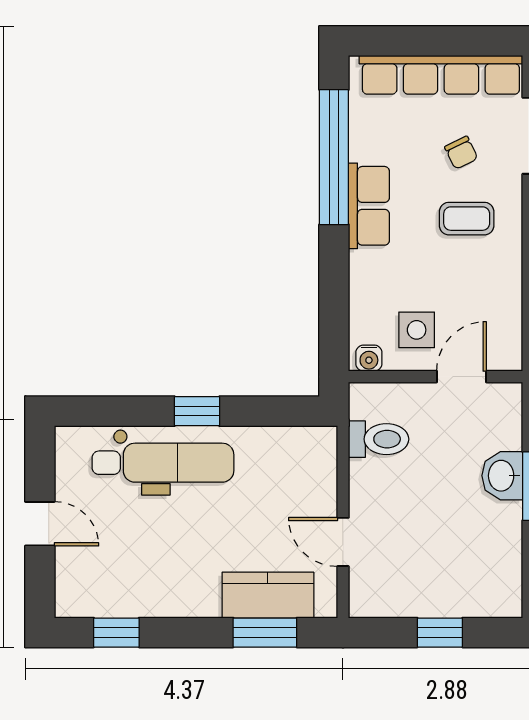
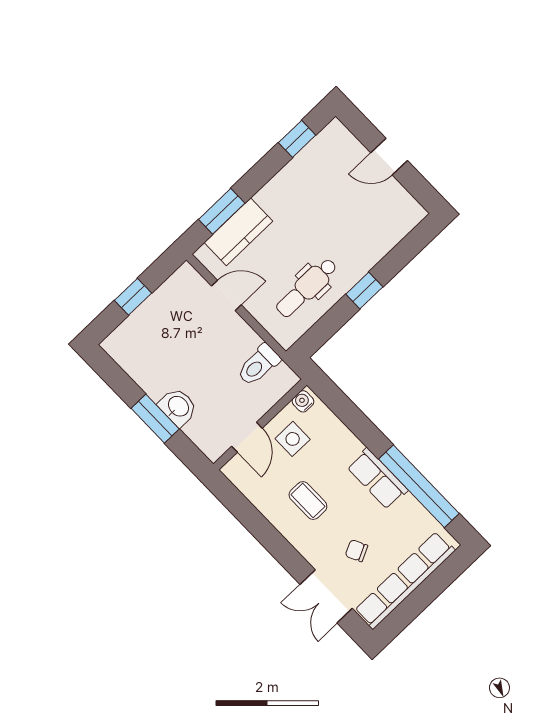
coffee table: (467, 219) -> (308, 501), moved, turned 90
dental chair: (163, 463) -> (307, 288), moved, width x0.73, depth x0.72

